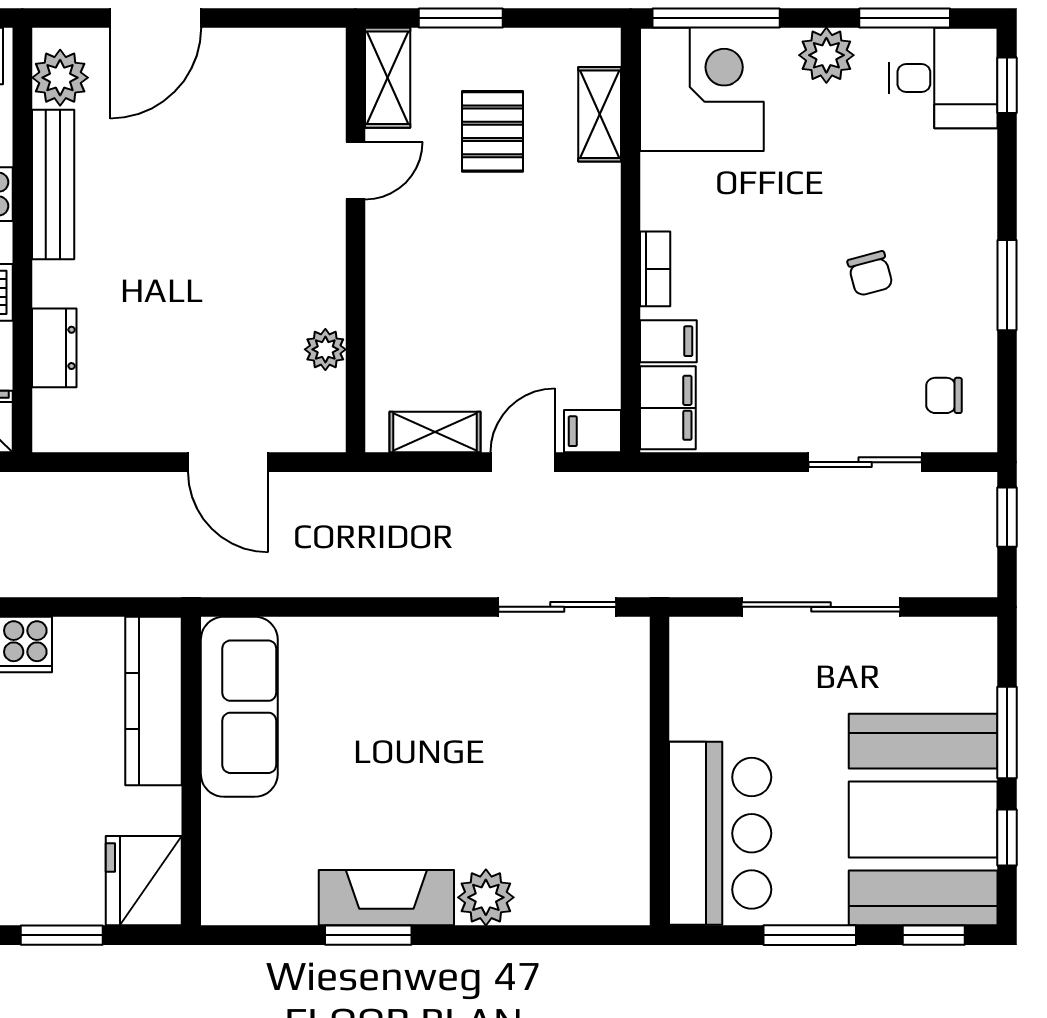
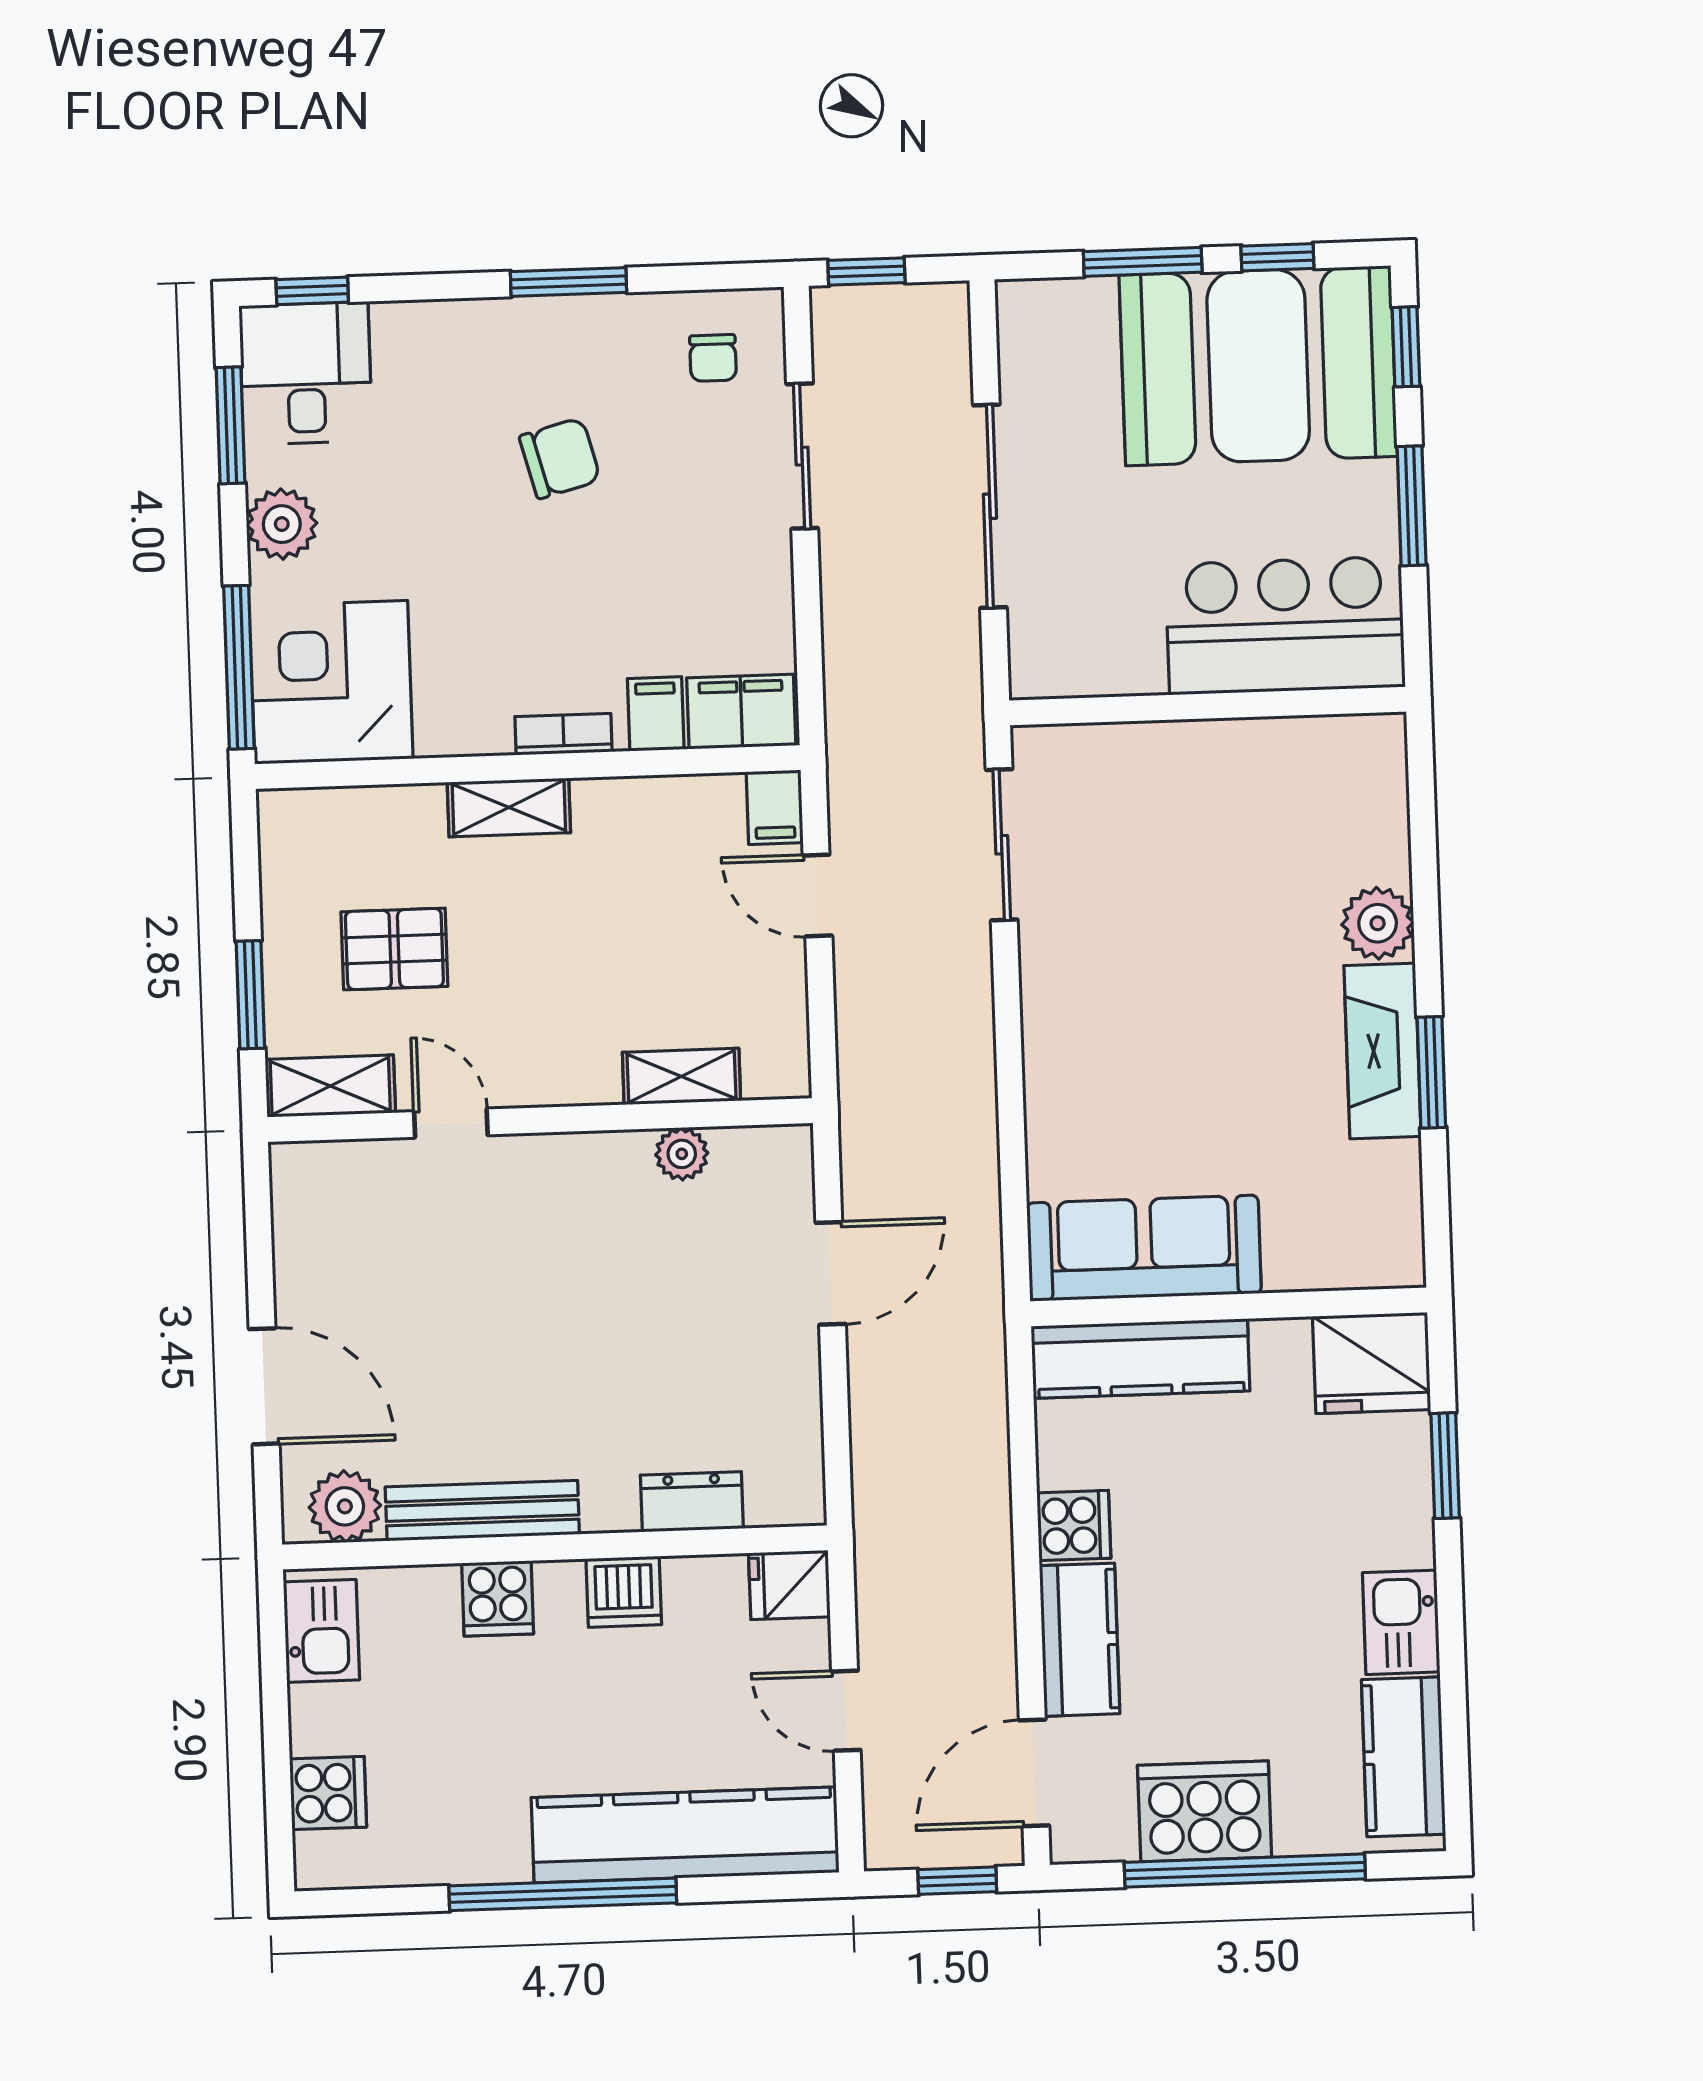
shelving: (600, 114) -> (509, 807), moved
chair: (870, 274) -> (560, 458), width x1.37, depth x1.37
shelving: (435, 432) -> (681, 1076), moved, turned 90

